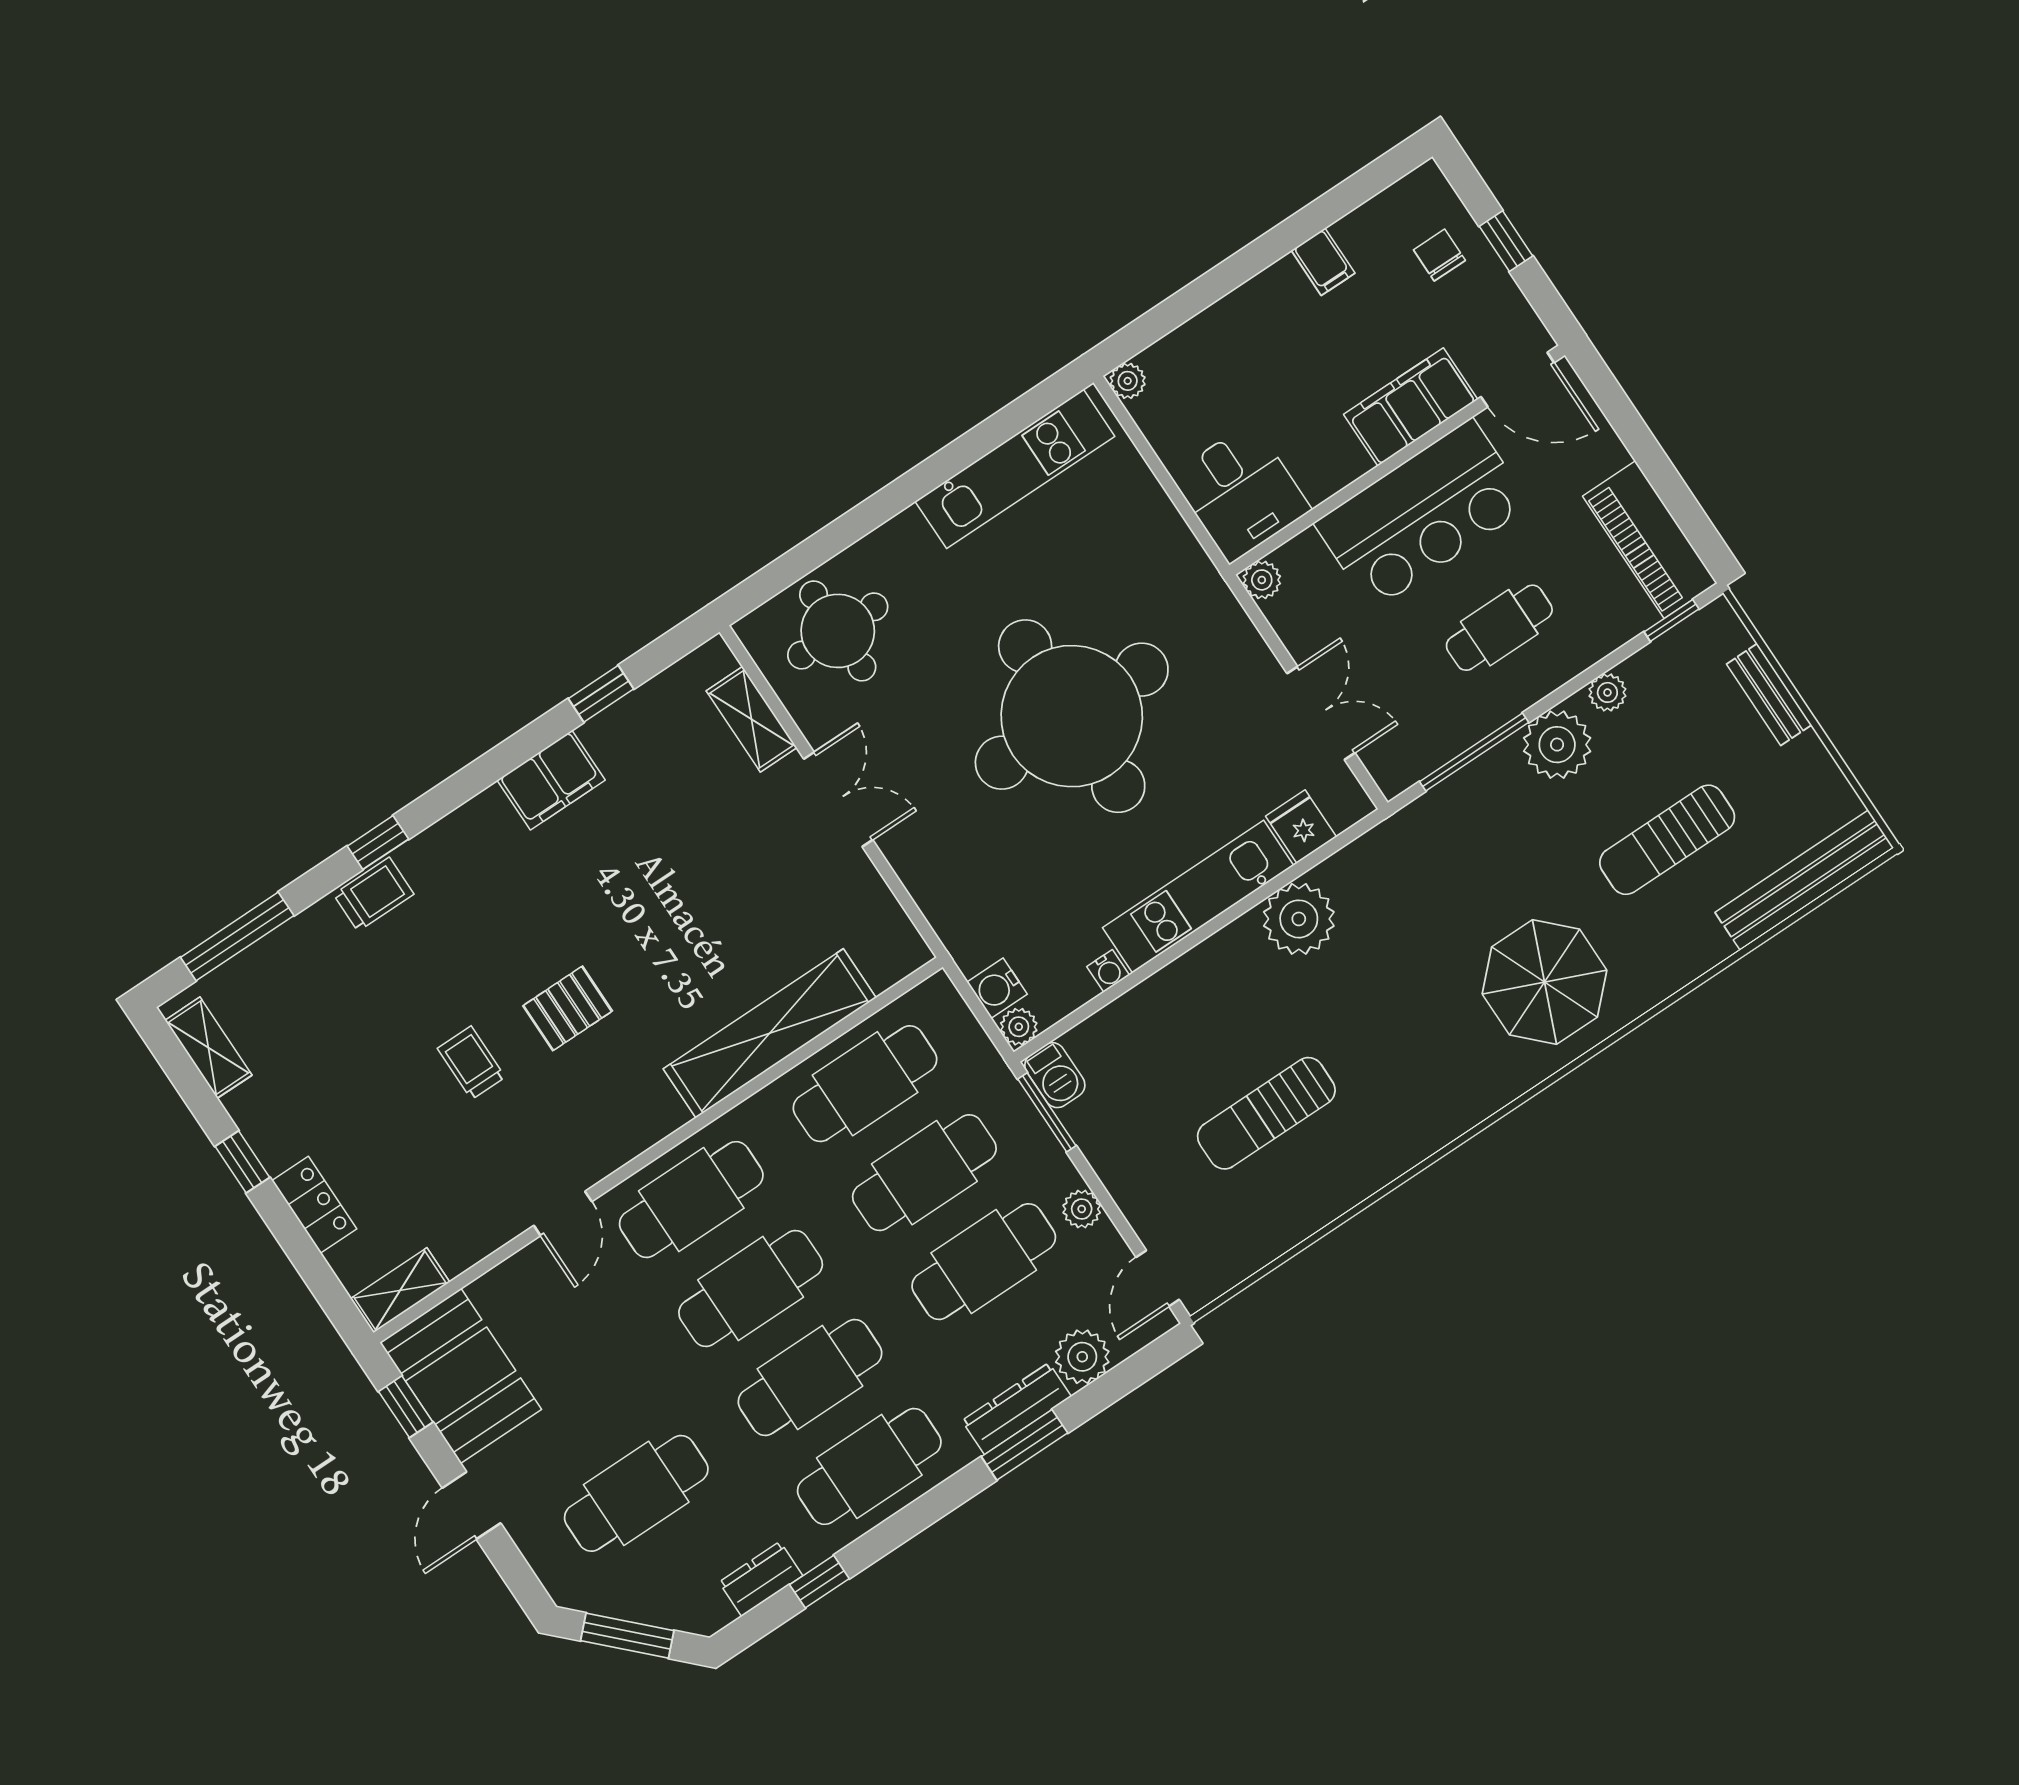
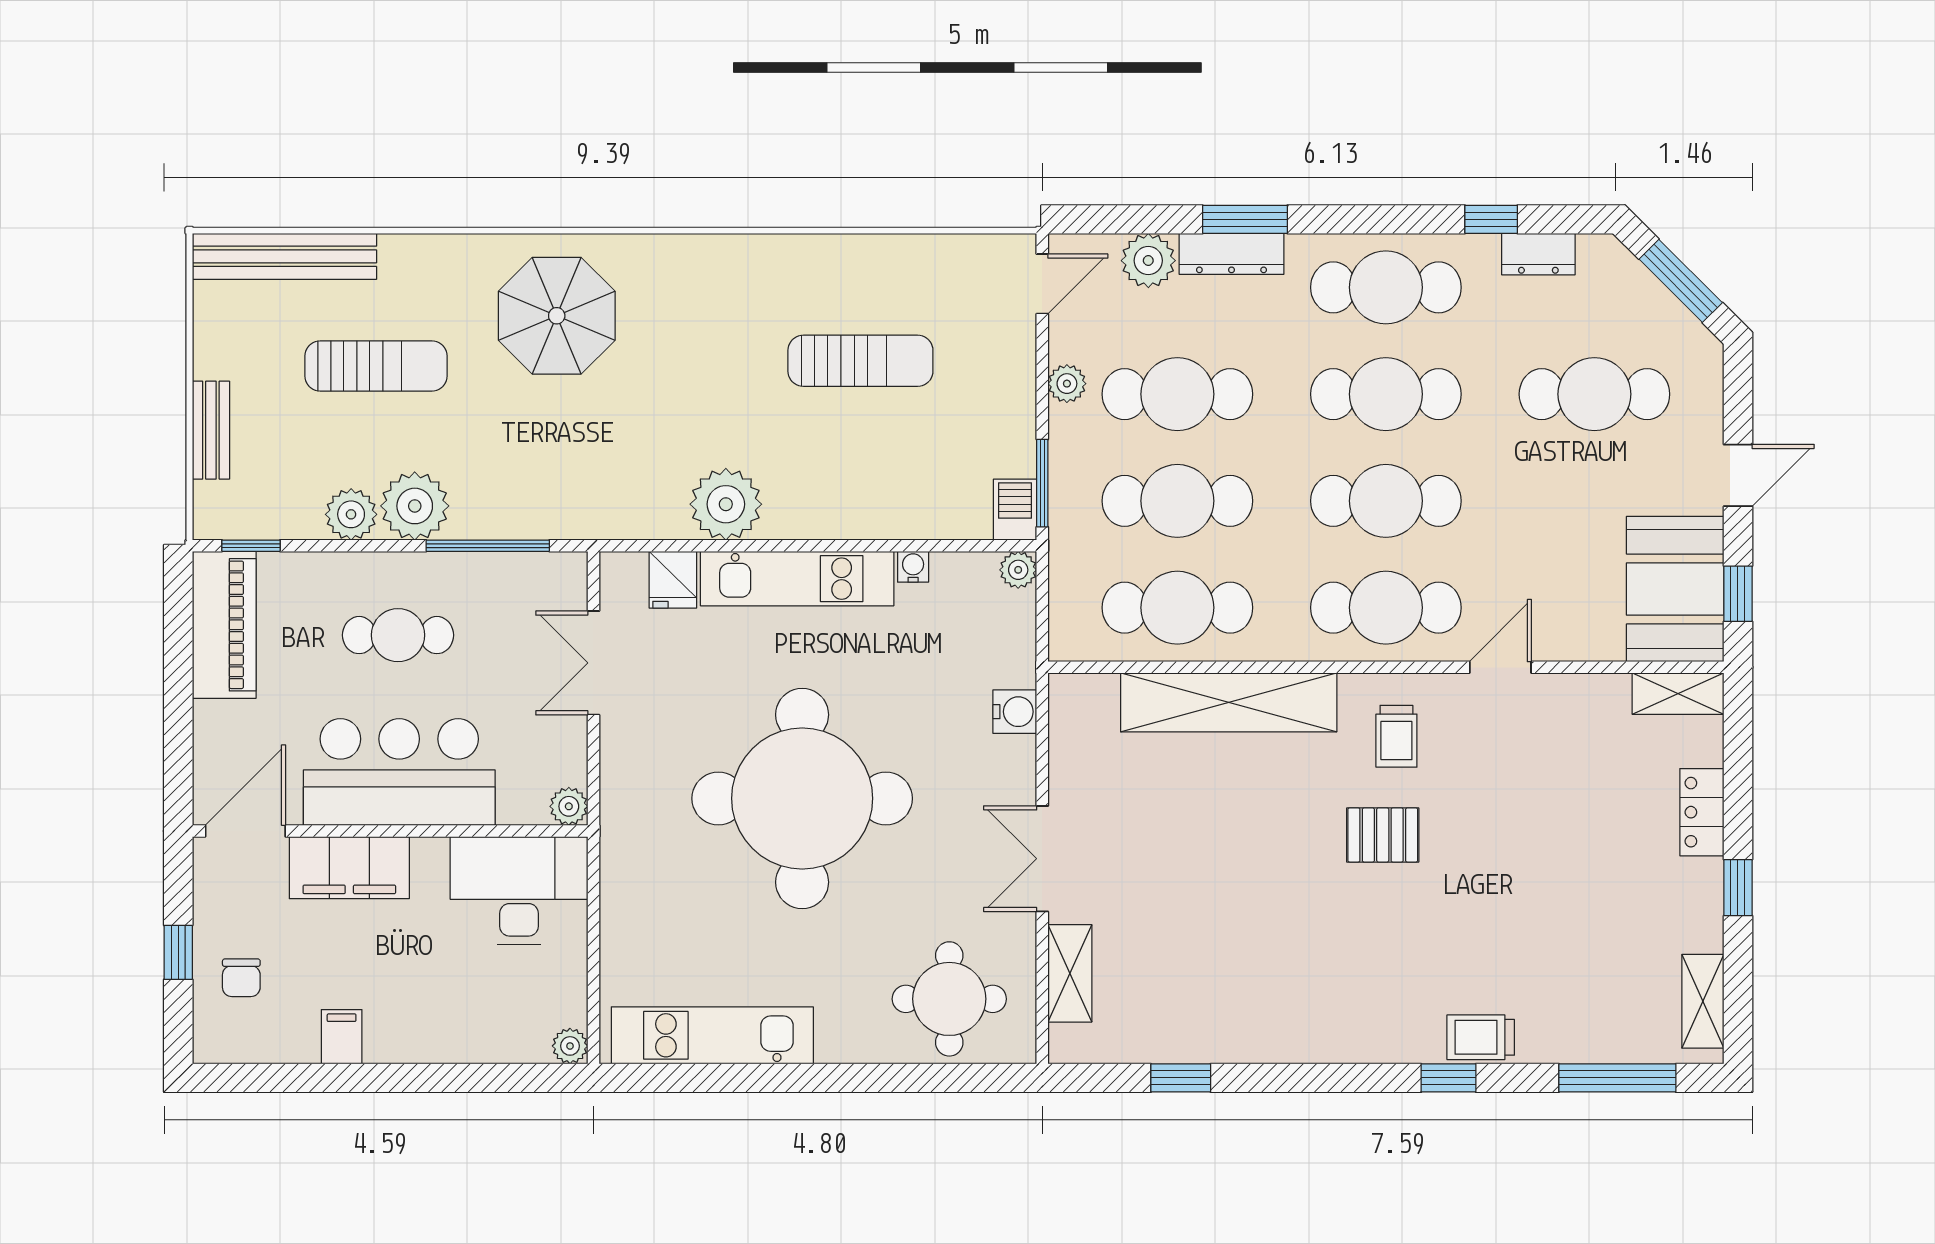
door: (1518, 380) -> (245, 831), hinge flipped
desk: (1241, 492) -> (519, 891), width x1.37
plant: (1607, 692) -> (351, 514), width x1.38, depth x1.38
filing cabinet: (551, 780) -> (1270, 1034), removed
water cooler: (997, 988) -> (1015, 712), moved
trolley: (471, 1063) -> (1396, 736), moved

